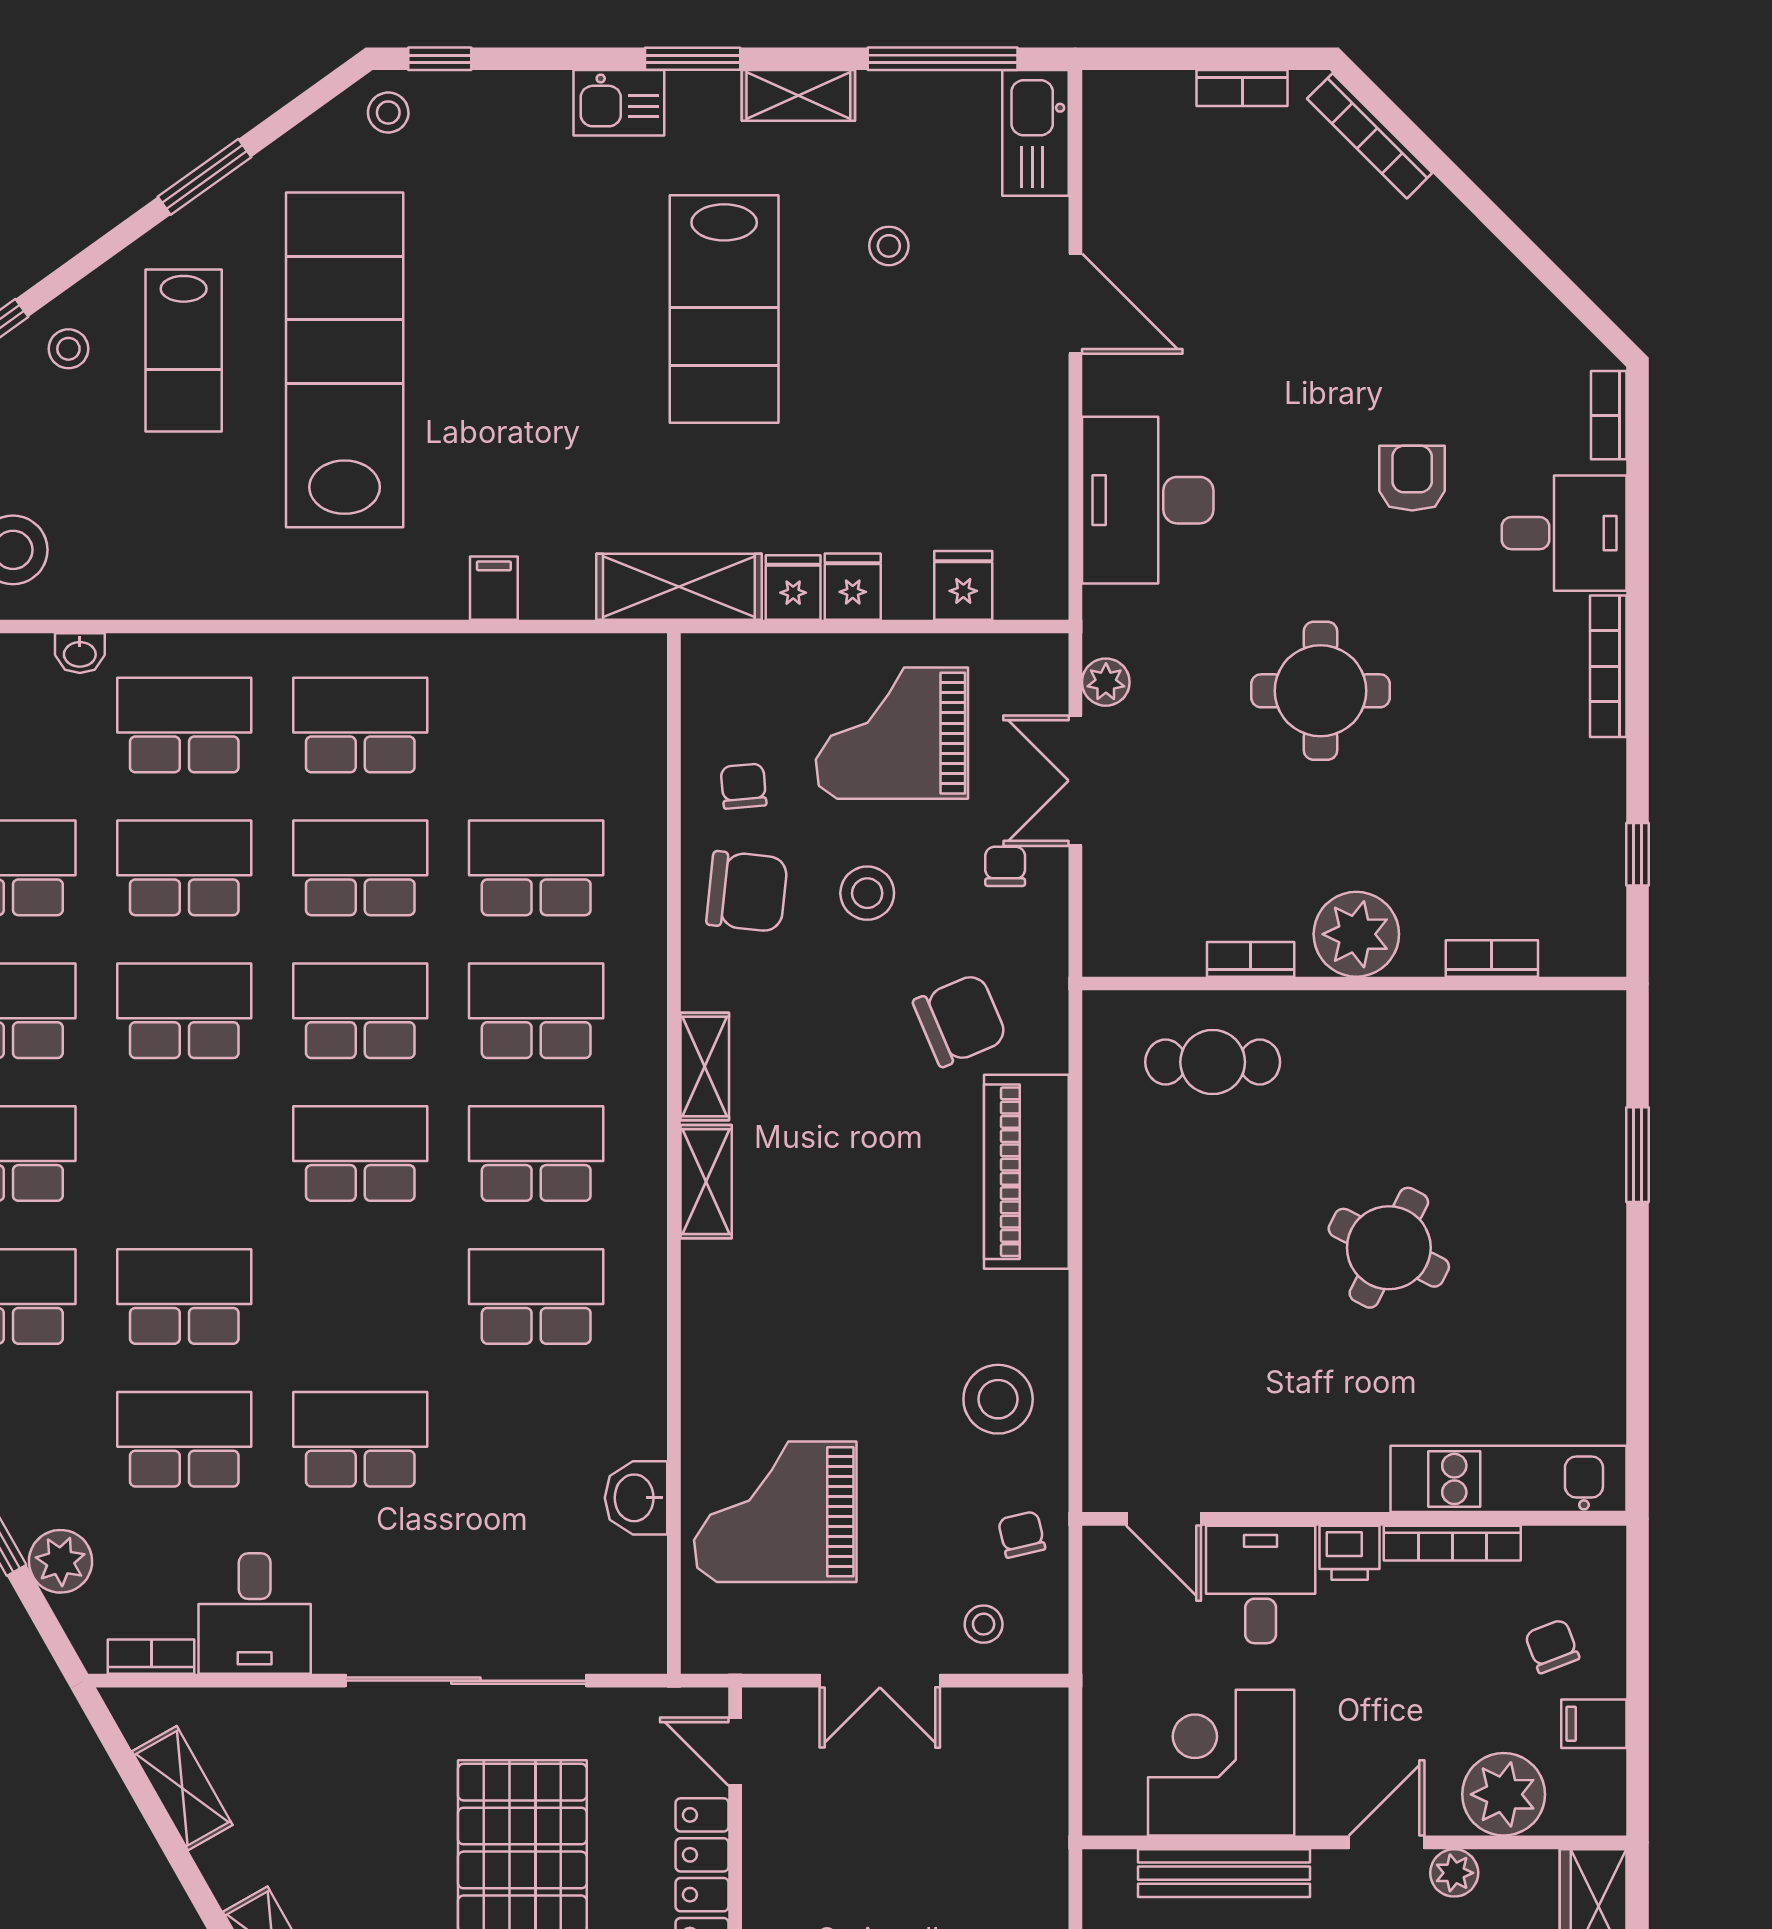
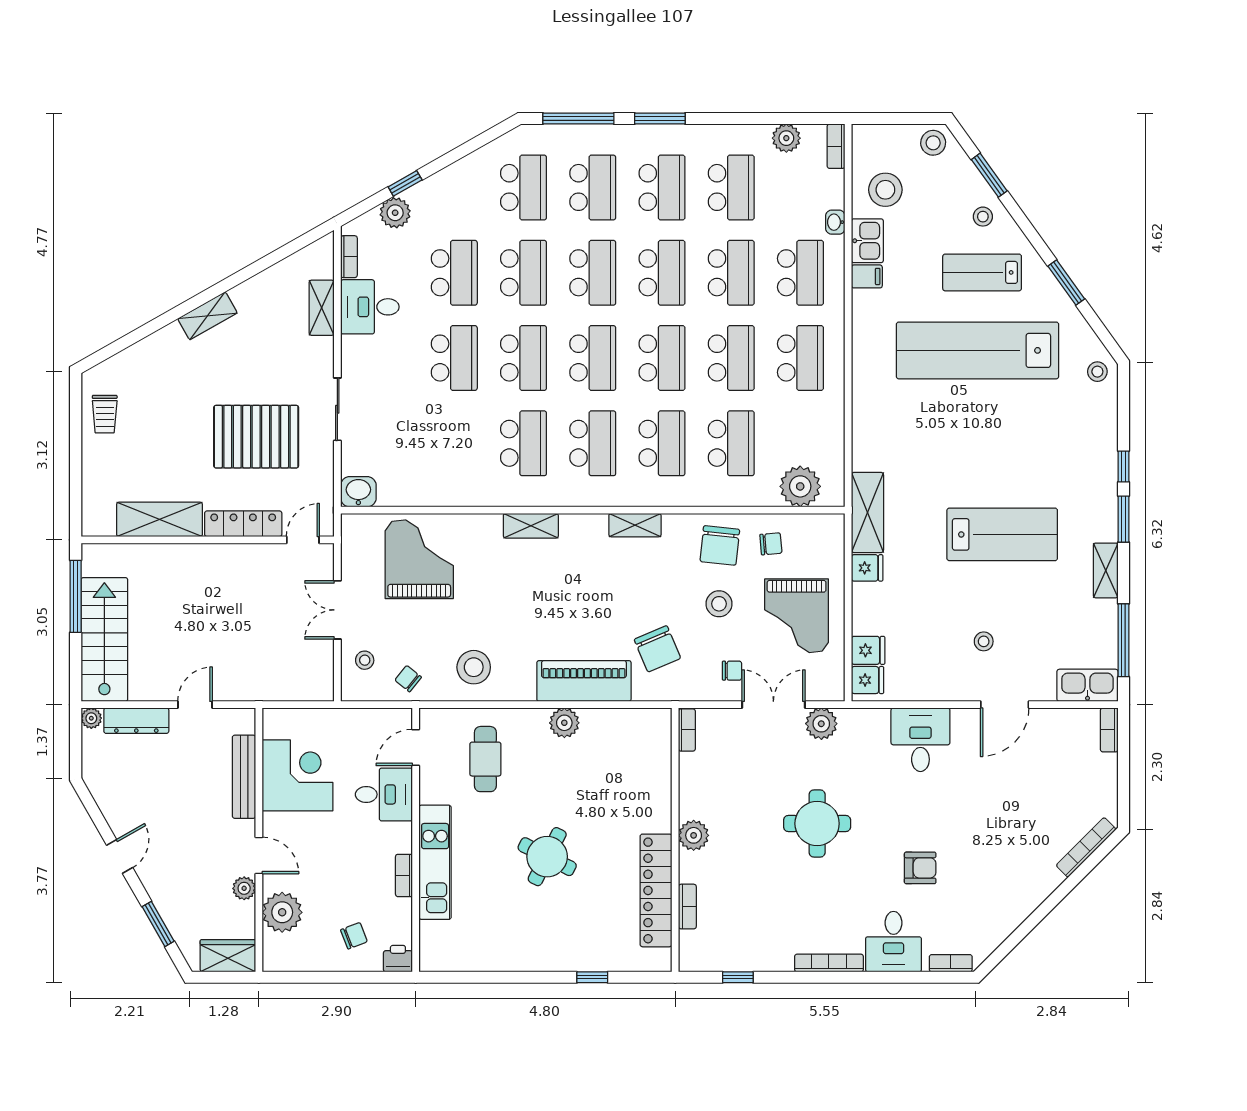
window: (440, 59) -> (1123, 466), moved
bookcase: (1242, 88) -> (1109, 730), moved
kitchen sink: (619, 103) -> (867, 241), moved, turned 180
stool: (889, 246) -> (984, 641), moved
lab bench: (724, 309) -> (1002, 534), turned 180
lab bench: (345, 360) -> (977, 350), turned 180
desk: (1148, 500) -> (920, 740), width x0.73
fridge: (853, 587) -> (868, 680), moved
filing cabinet: (494, 588) -> (867, 276), moved
plant: (1106, 682) -> (821, 724), width x1.38, depth x1.38
plant: (625, 726) -> (800, 486), added
grand piano: (892, 733) -> (797, 616), turned 180
plant: (1356, 934) -> (694, 835), width x0.73, depth x0.73
bookcase: (1251, 959) -> (687, 730), moved
locker: (1459, 1023) -> (656, 890), added
cafe table: (1213, 1062) -> (485, 759), moved
school desk: (184, 1154) -> (593, 273), added
window: (1638, 1155) -> (592, 977), width x0.67
shelving: (706, 1182) -> (531, 526), moved
plant: (1113, 1212) -> (564, 723), added
school desk: (360, 1296) -> (524, 358), added
kitchen unit: (1509, 1479) -> (435, 862), moved
washbasin: (636, 1498) -> (358, 492), moved
chair: (1022, 1534) -> (408, 679), turned -128
bookcase: (1452, 1543) -> (404, 875), width x0.64
printer: (1350, 1553) -> (398, 959), moved, turned 90
sliding door: (466, 1681) -> (337, 409), width x0.54
filing cabinet: (1594, 1724) -> (316, 956), removed
shelving: (182, 1788) -> (322, 308), moved, turned -60

